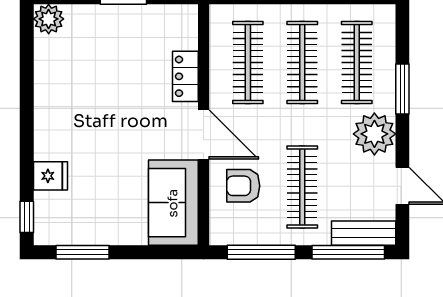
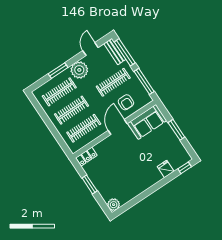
locker: (185, 76) -> (86, 157), moved
window: (82, 252) -> (176, 130), moved

